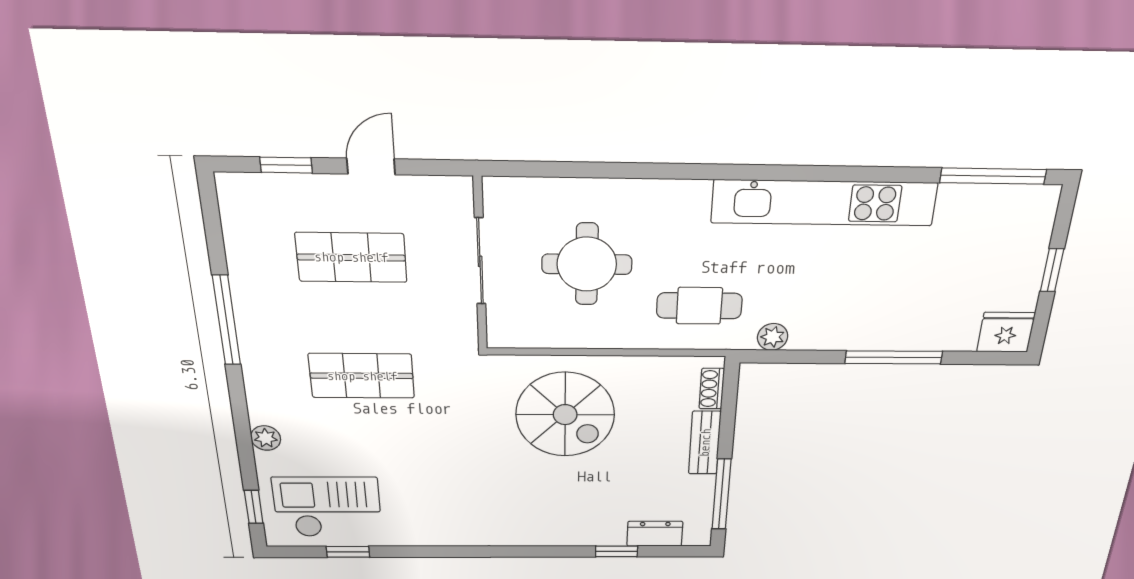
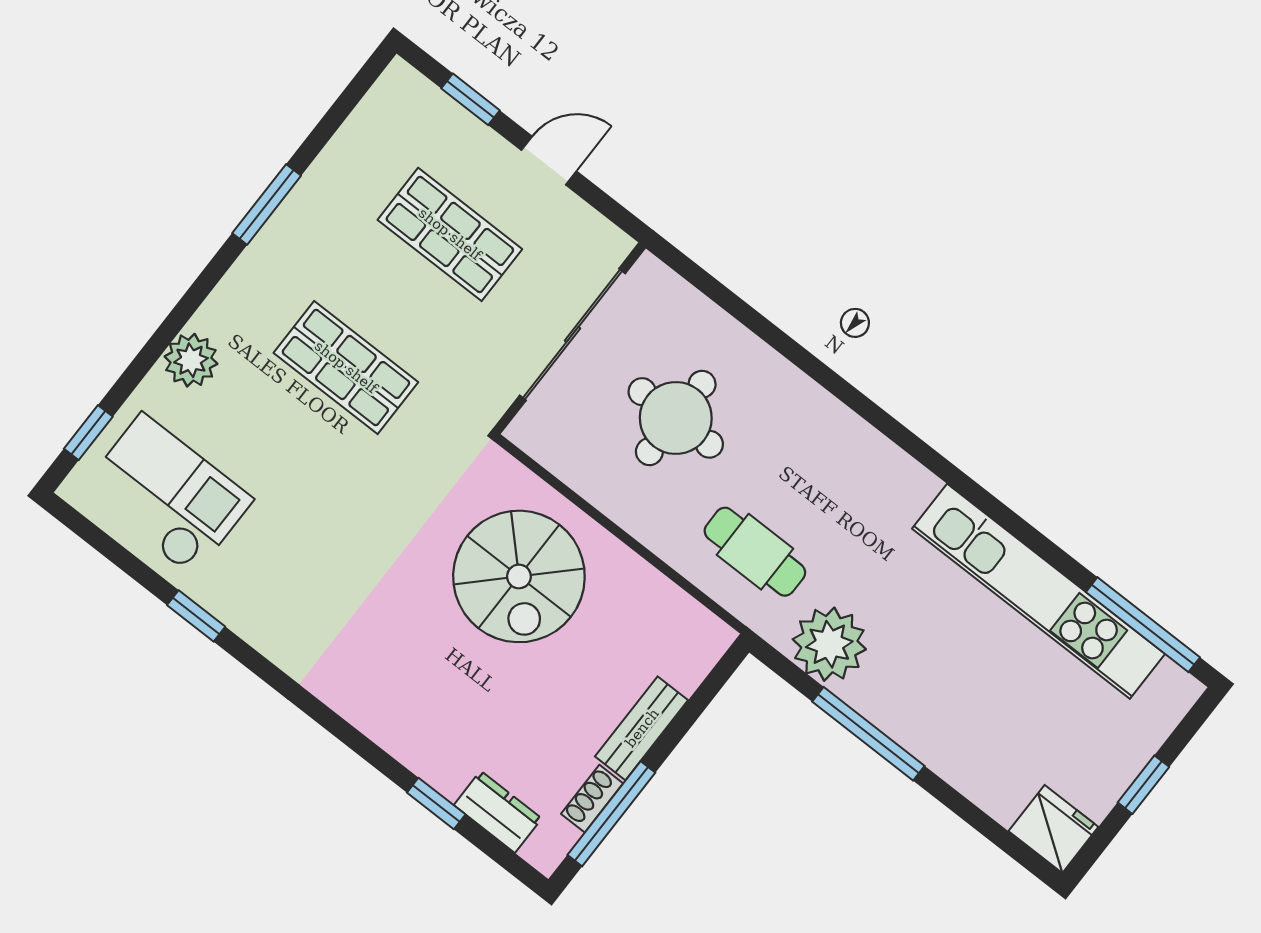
kitchen unit: (824, 203) -> (1038, 591), moved
sliding door: (480, 261) -> (572, 334), width x1.37
window: (227, 320) -> (267, 204), width x0.69
plant: (773, 337) -> (829, 644), width x1.88, depth x1.88
window: (894, 357) -> (868, 734), moved
shoe rack: (712, 389) -> (592, 799), moved
plant: (266, 438) -> (191, 360), width x1.38, depth x1.38
window: (348, 552) -> (196, 616), moved

